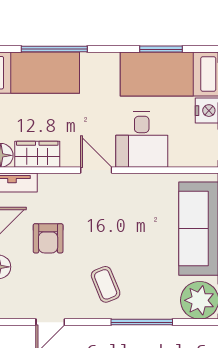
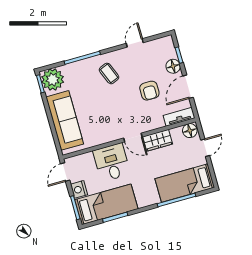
wardrobe: (37, 154) -> (158, 140), moved
armchair: (48, 238) -> (149, 91), turned 180

